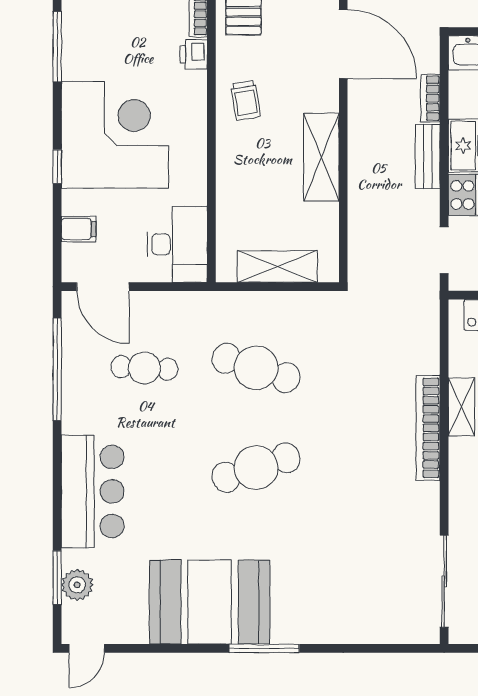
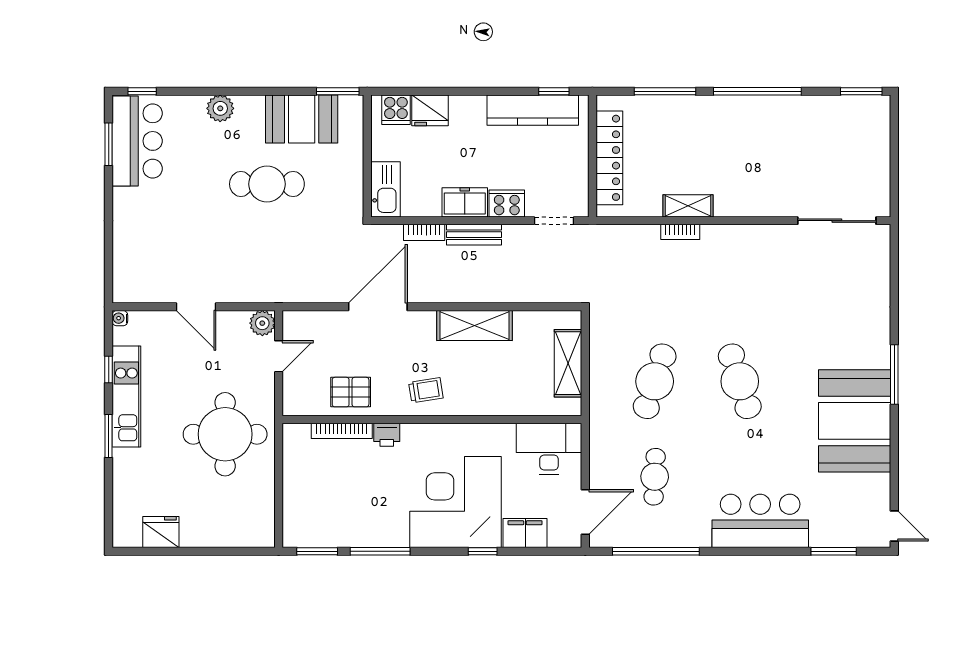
filing cabinet: (79, 229) -> (525, 533), width x2.00
bookcase: (428, 428) -> (680, 232), width x0.43, depth x0.76
plant: (77, 585) -> (840, 534), removed

